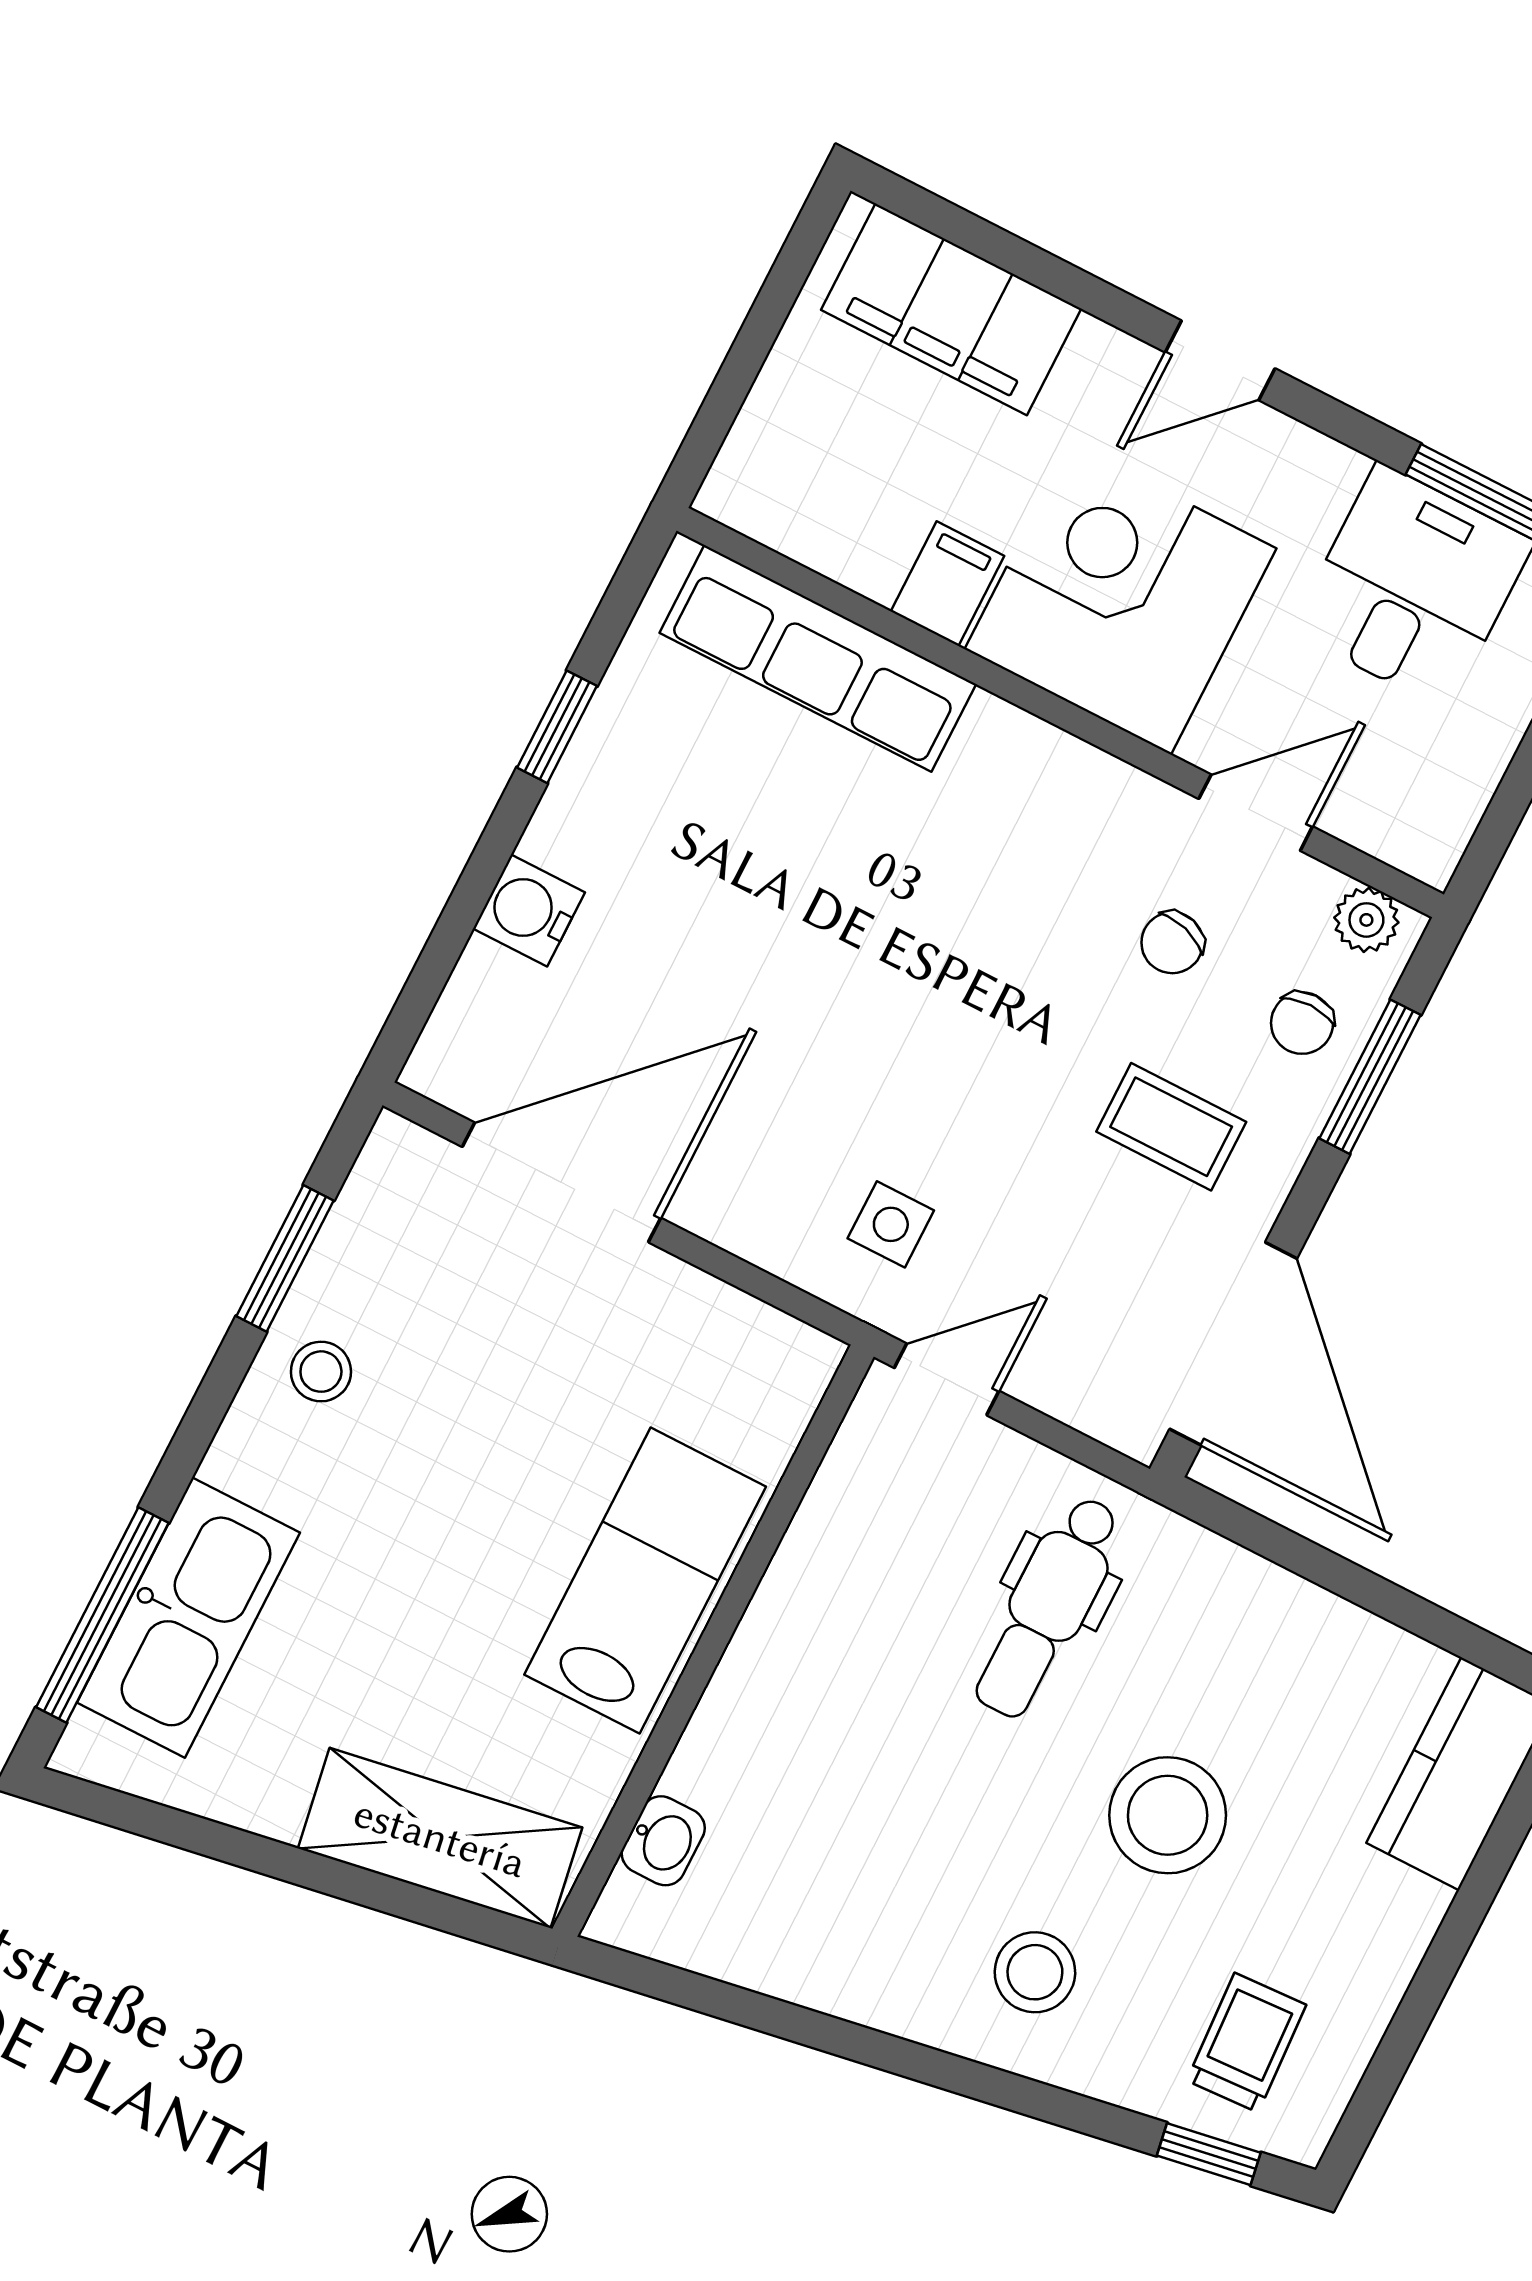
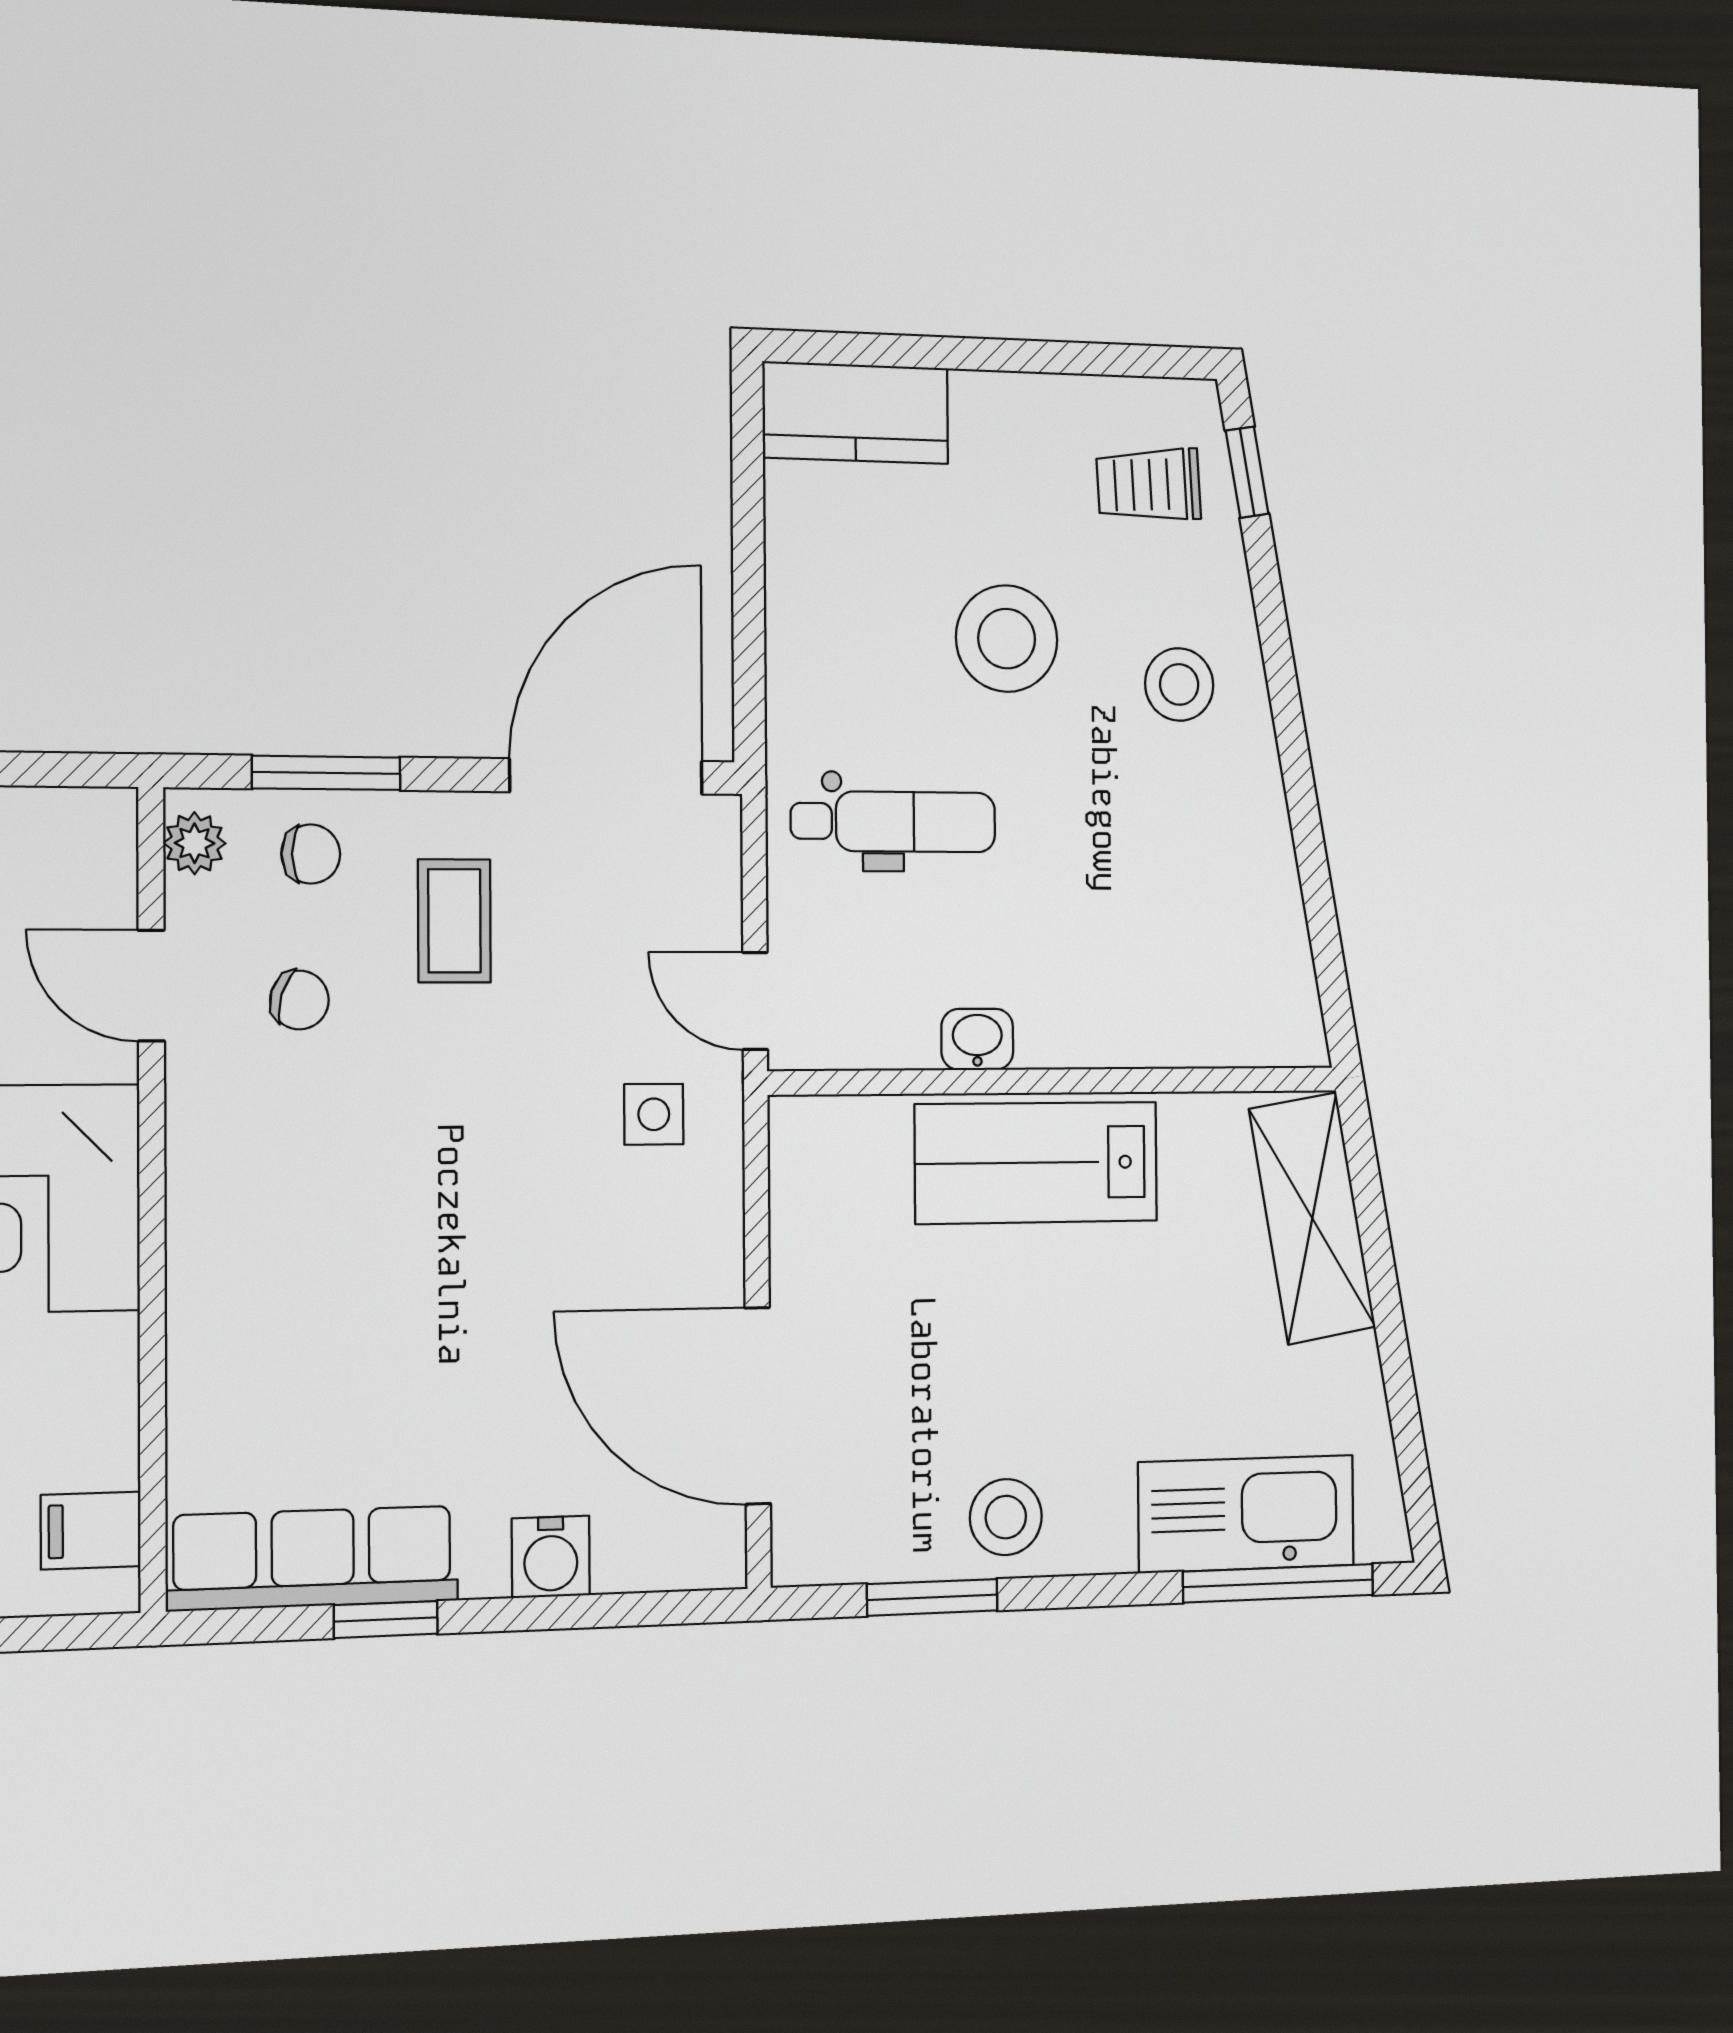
filing cabinet: (948, 584) -> (91, 1531), moved
row of seats: (818, 658) -> (313, 1558), moved, turned -90
stool: (321, 1372) -> (1006, 1517), width x1.37, depth x1.37
washbasin: (663, 1841) -> (977, 1039), moved

